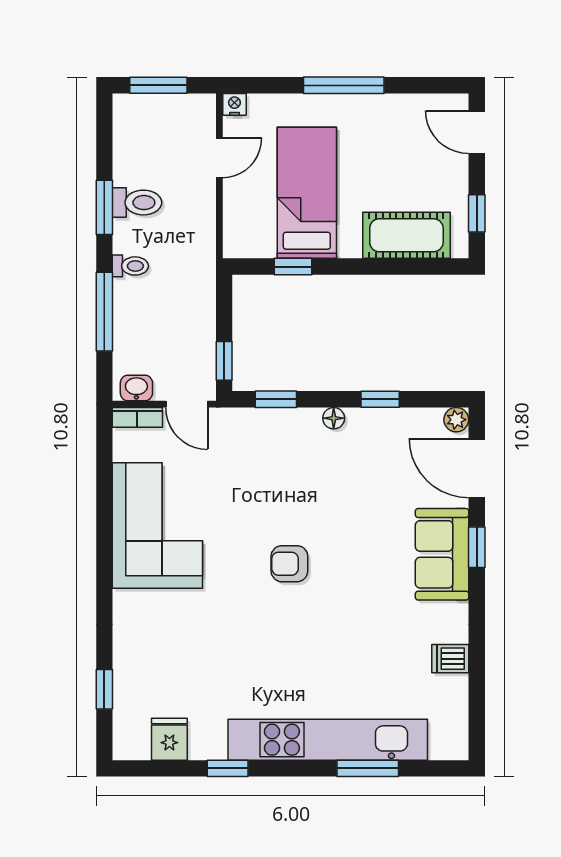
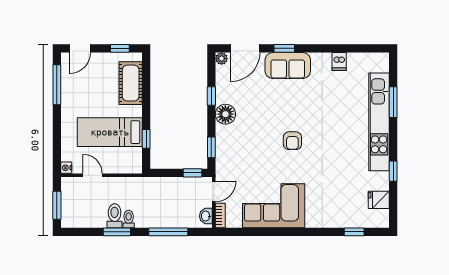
window: (344, 85) -> (57, 85), moved
toilet: (130, 266) -> (129, 219), moved
floor lamp: (334, 418) -> (225, 114), width x1.89, depth x1.89

